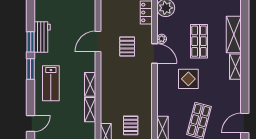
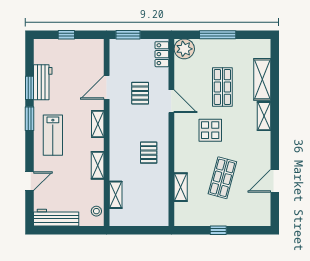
plant: (162, 39) -> (180, 84), removed
shelving: (90, 84) -> (98, 124), moved
pallet: (131, 125) -> (149, 153), moved

